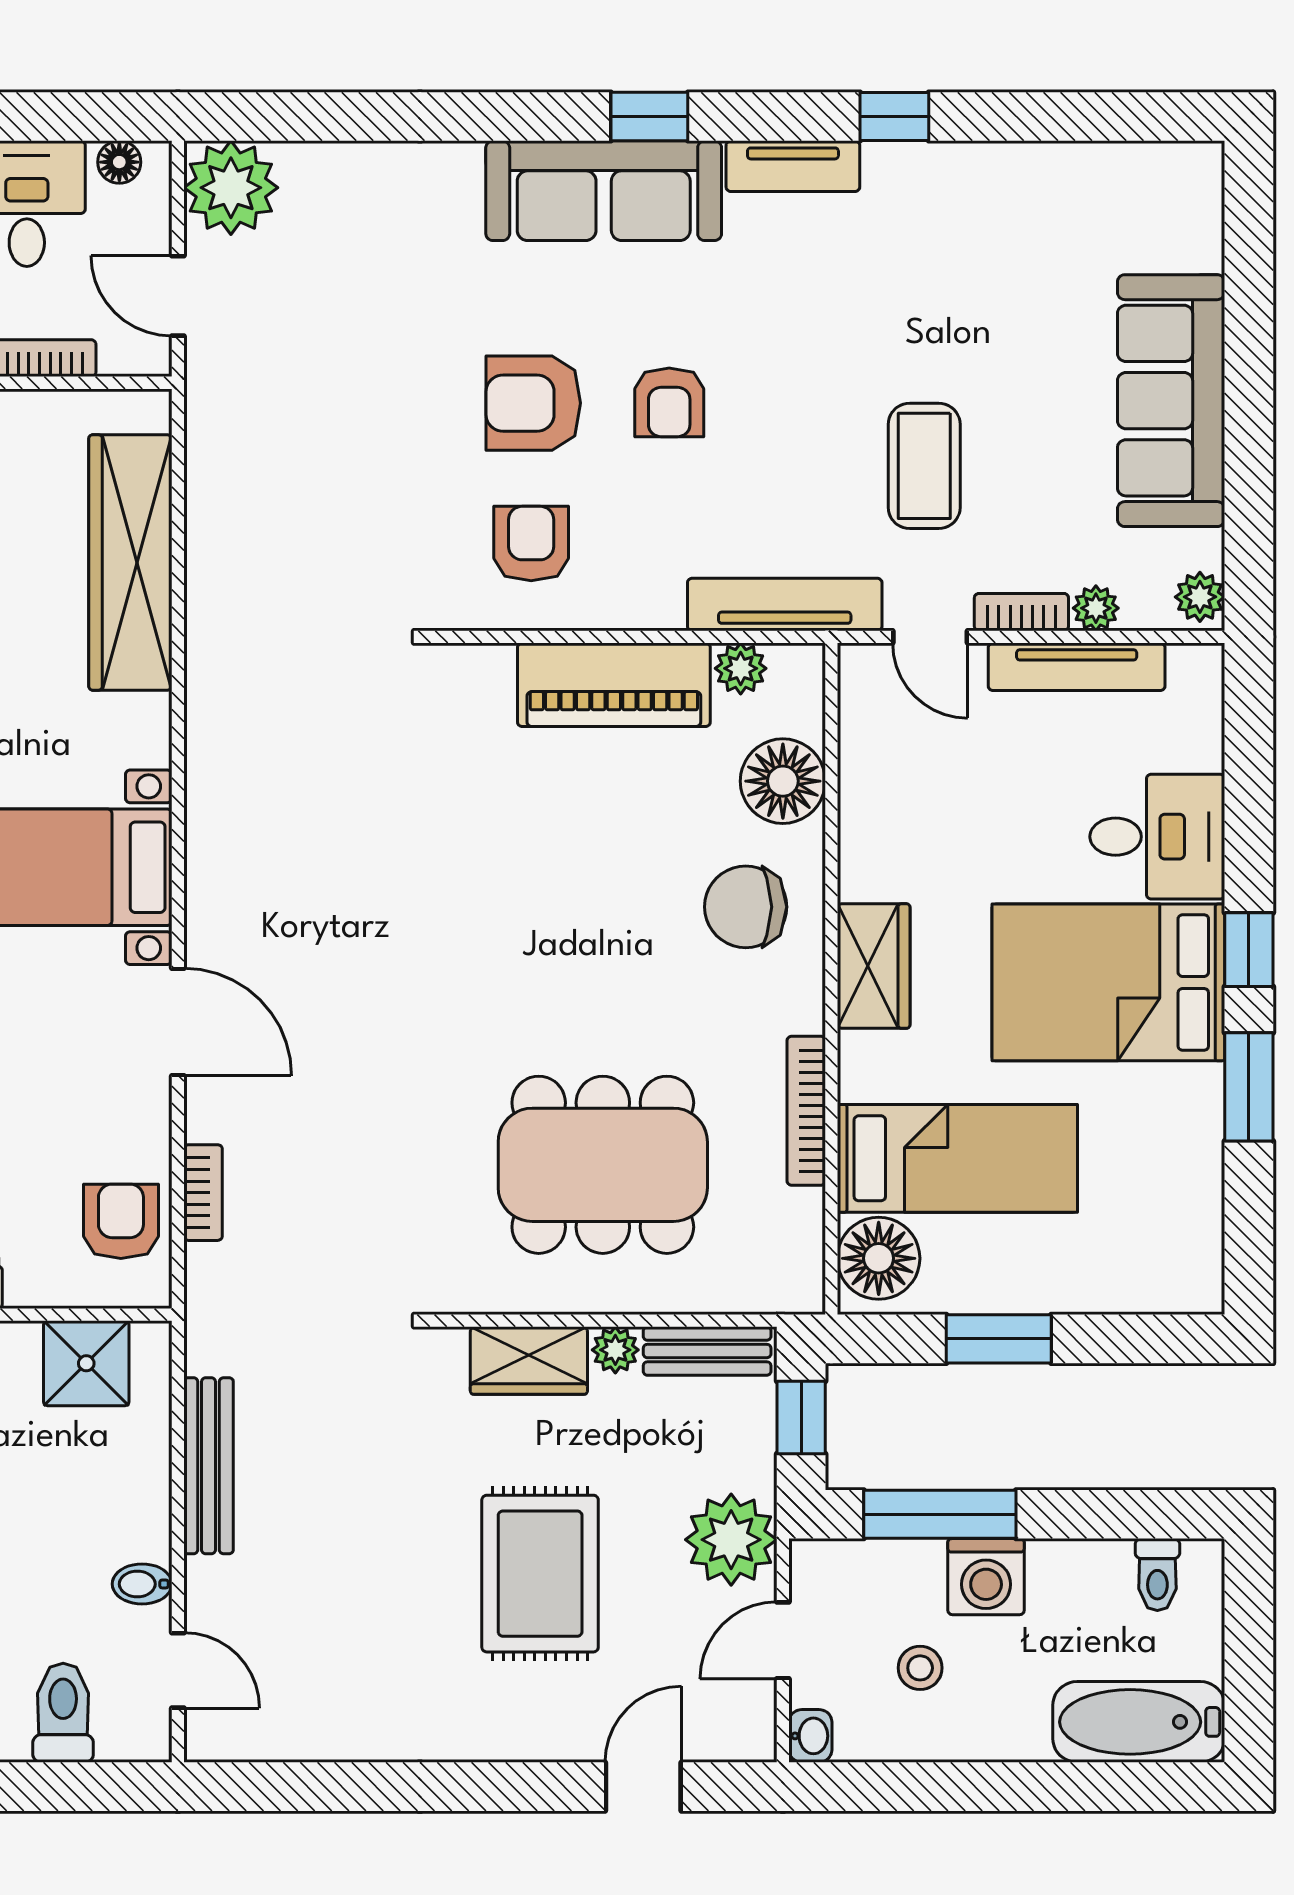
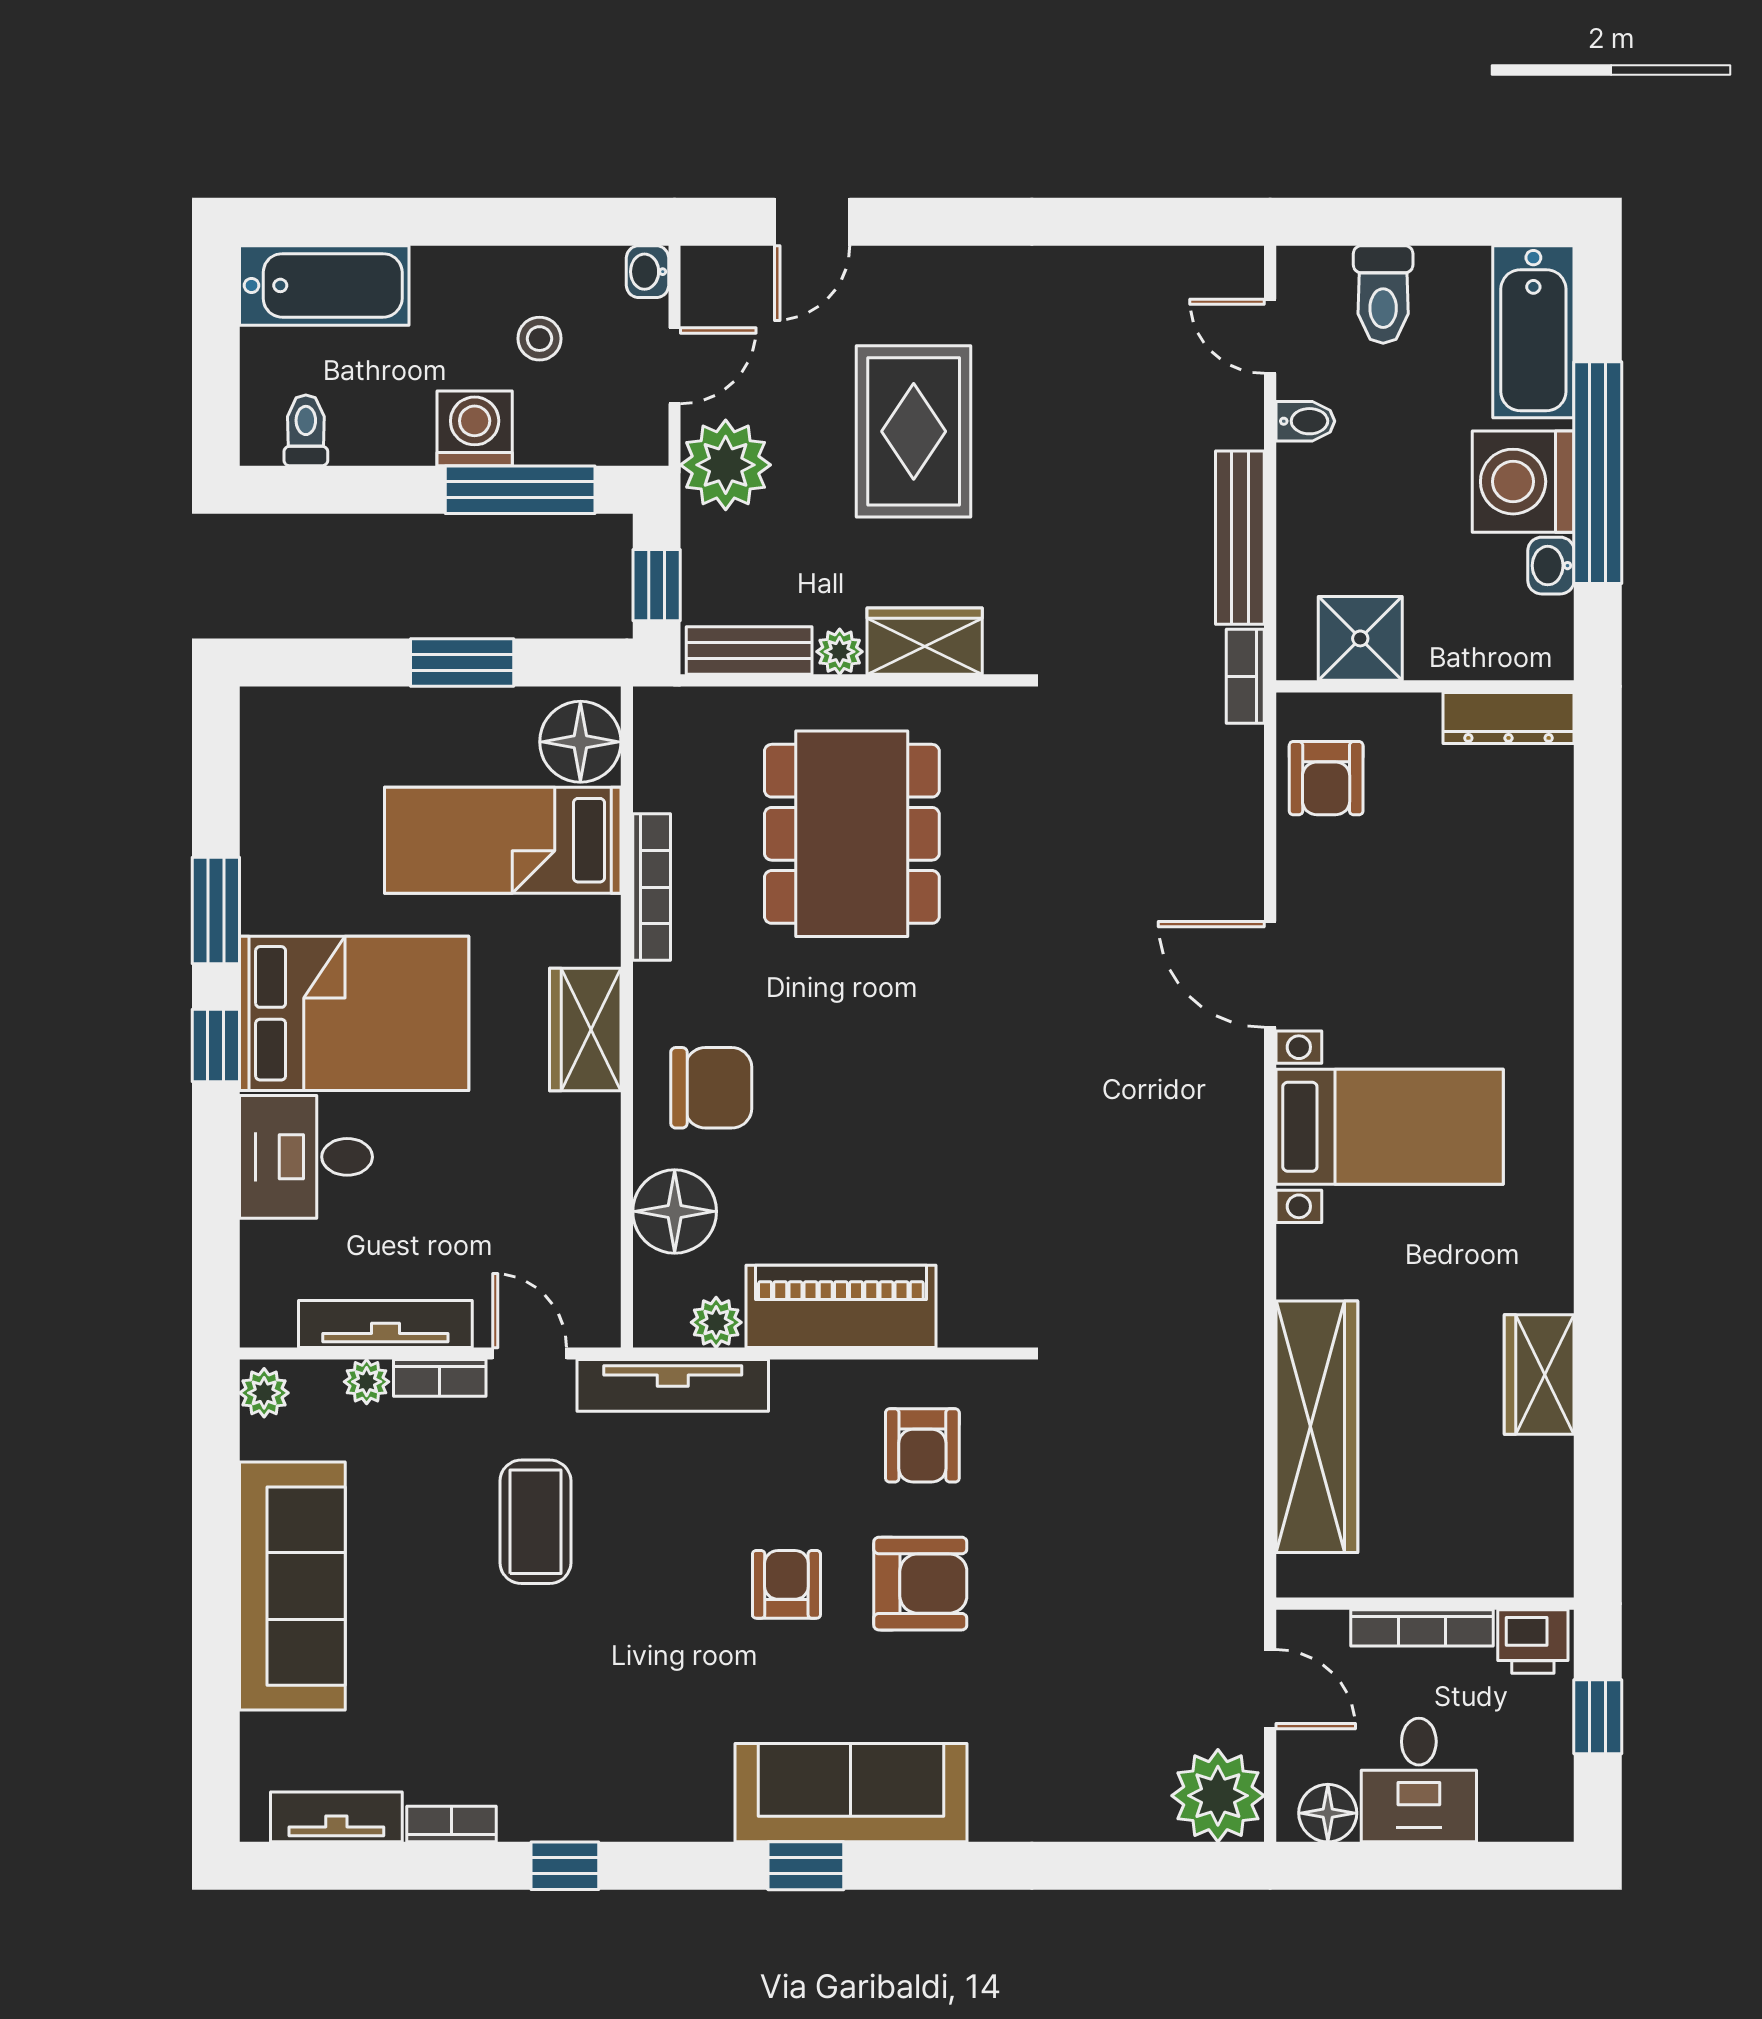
bookcase: (1009, 159) -> (452, 1824), added
floor lamp: (119, 162) -> (1328, 1813), width x1.37, depth x1.37
tv unit: (793, 166) -> (336, 1817), moved
dining table: (603, 1165) -> (852, 834), turned 90
bookcase: (203, 1193) -> (1245, 676), moved

